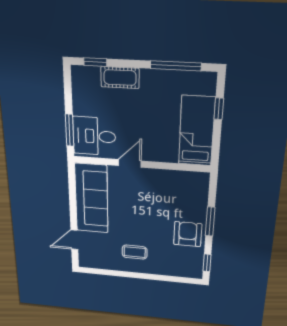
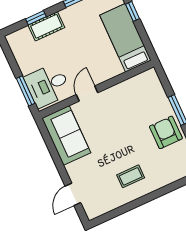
window: (95, 62) -> (36, 18), moved
sofa: (92, 199) -> (66, 135), width x0.73

